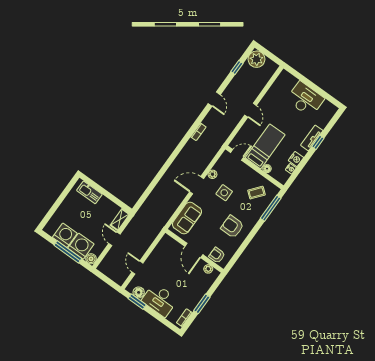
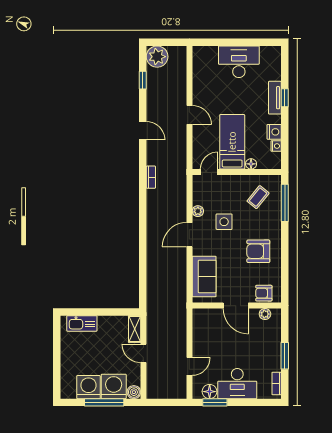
door: (137, 268) -> (189, 366), swing flipped

